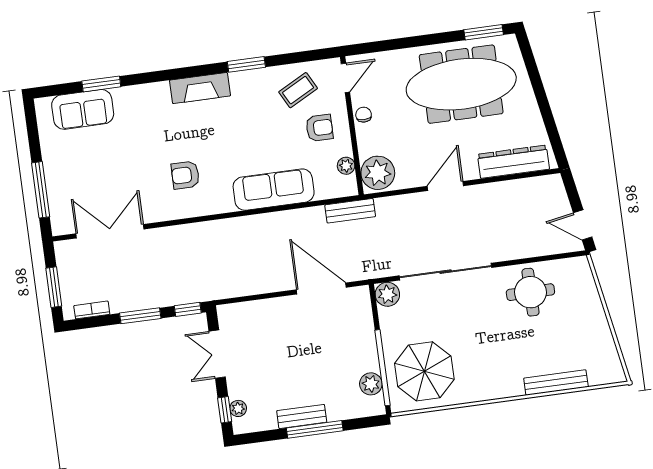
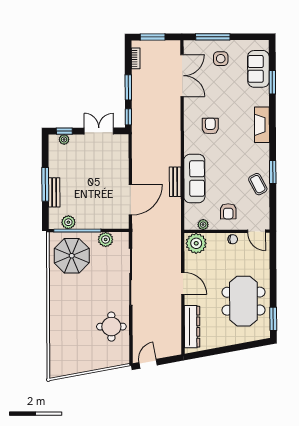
meeting table: (461, 84) -> (243, 301), width x0.73
fireplace: (200, 88) -> (262, 125), moved
coffee table: (298, 90) -> (258, 184), moved
side table: (74, 172) -> (221, 59), added
bench: (350, 211) -> (175, 182), moved
plant: (387, 294) -> (106, 239), moved
bench: (556, 383) -> (54, 335), removed
bench: (302, 416) -> (54, 192), moved

